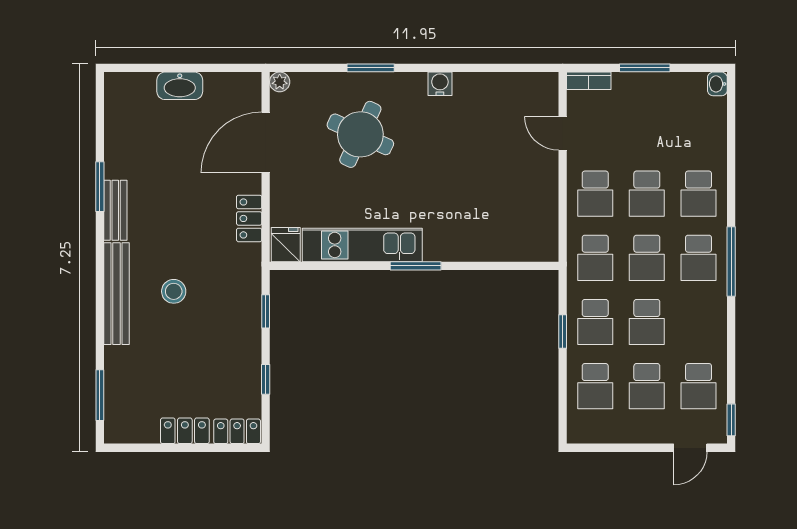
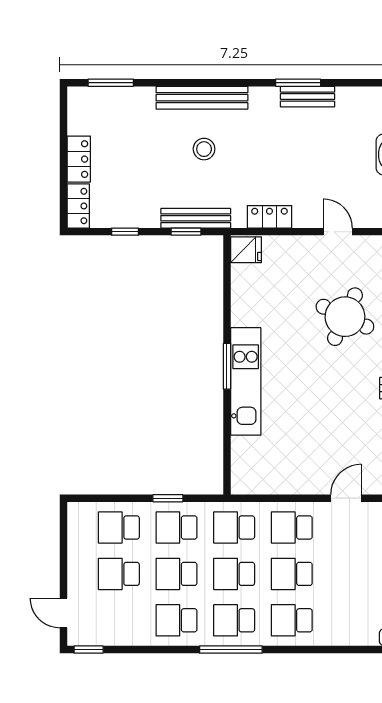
door: (266, 142) -> (338, 232), width x0.53
bench: (115, 210) -> (308, 97), moved
kitchen unit: (362, 245) -> (246, 381), moved
bench: (251, 301) -> (196, 218), added
school desk: (699, 386) -> (176, 620), moved

